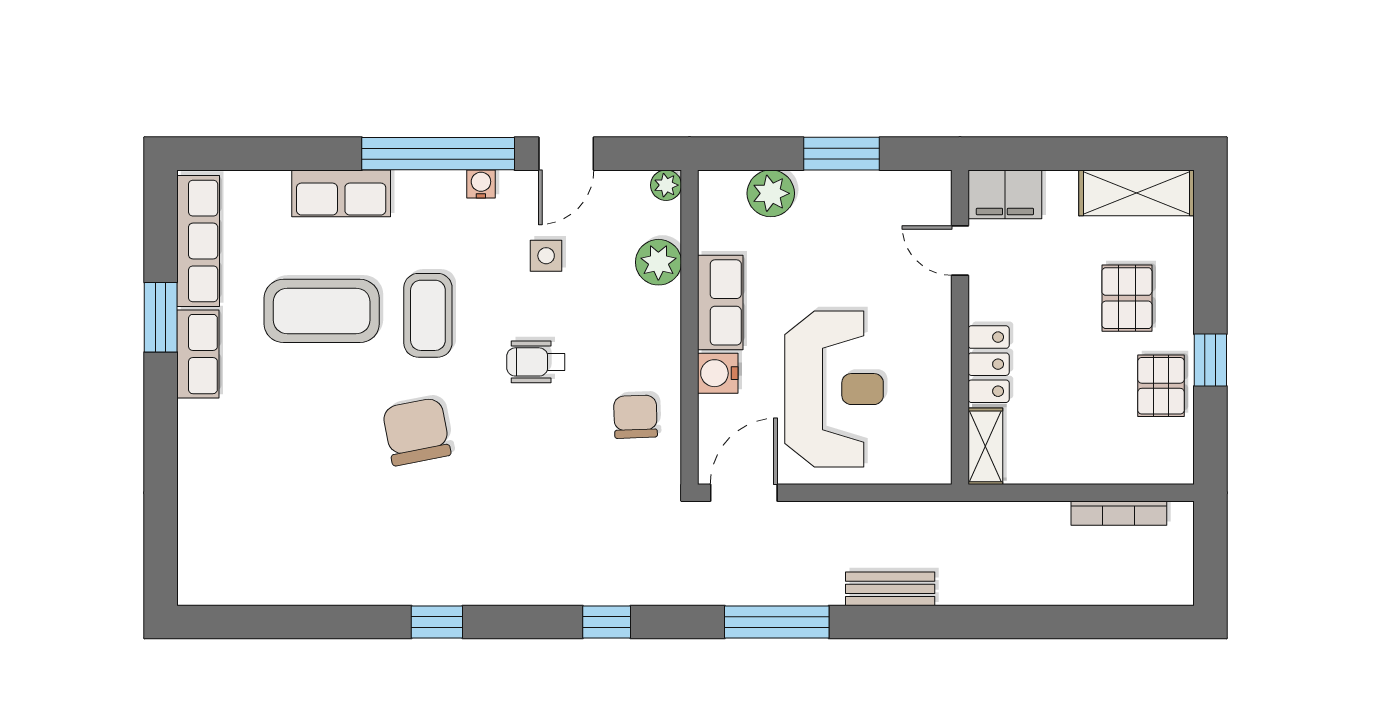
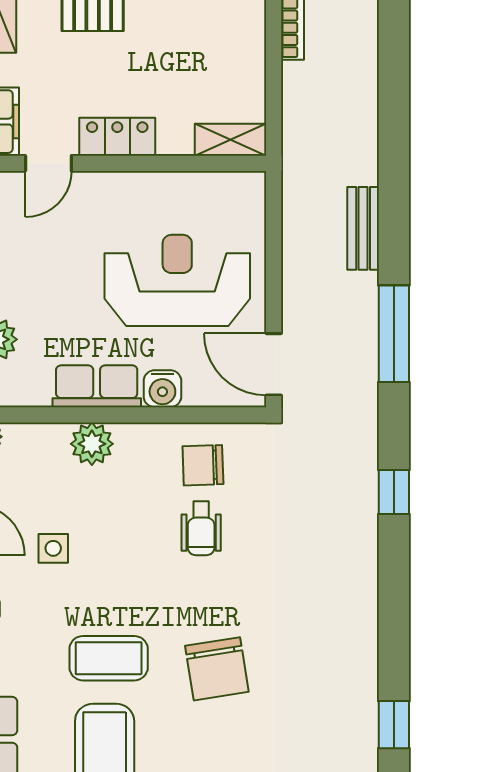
plant: (658, 262) -> (92, 444), moved
wheelchair: (536, 362) -> (201, 528), moved
locker: (989, 364) -> (117, 137), moved
chair: (417, 432) -> (217, 669), turned -88
window: (437, 622) -> (394, 725), moved

